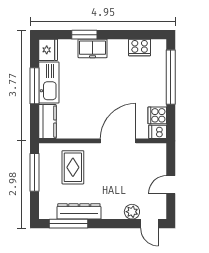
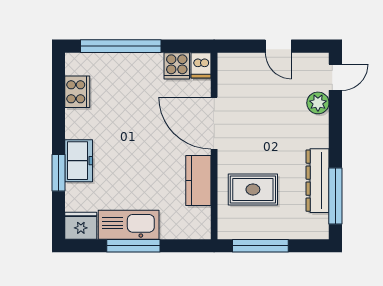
kitchen counter: (47, 122) -> (198, 181), moved, turned -90

